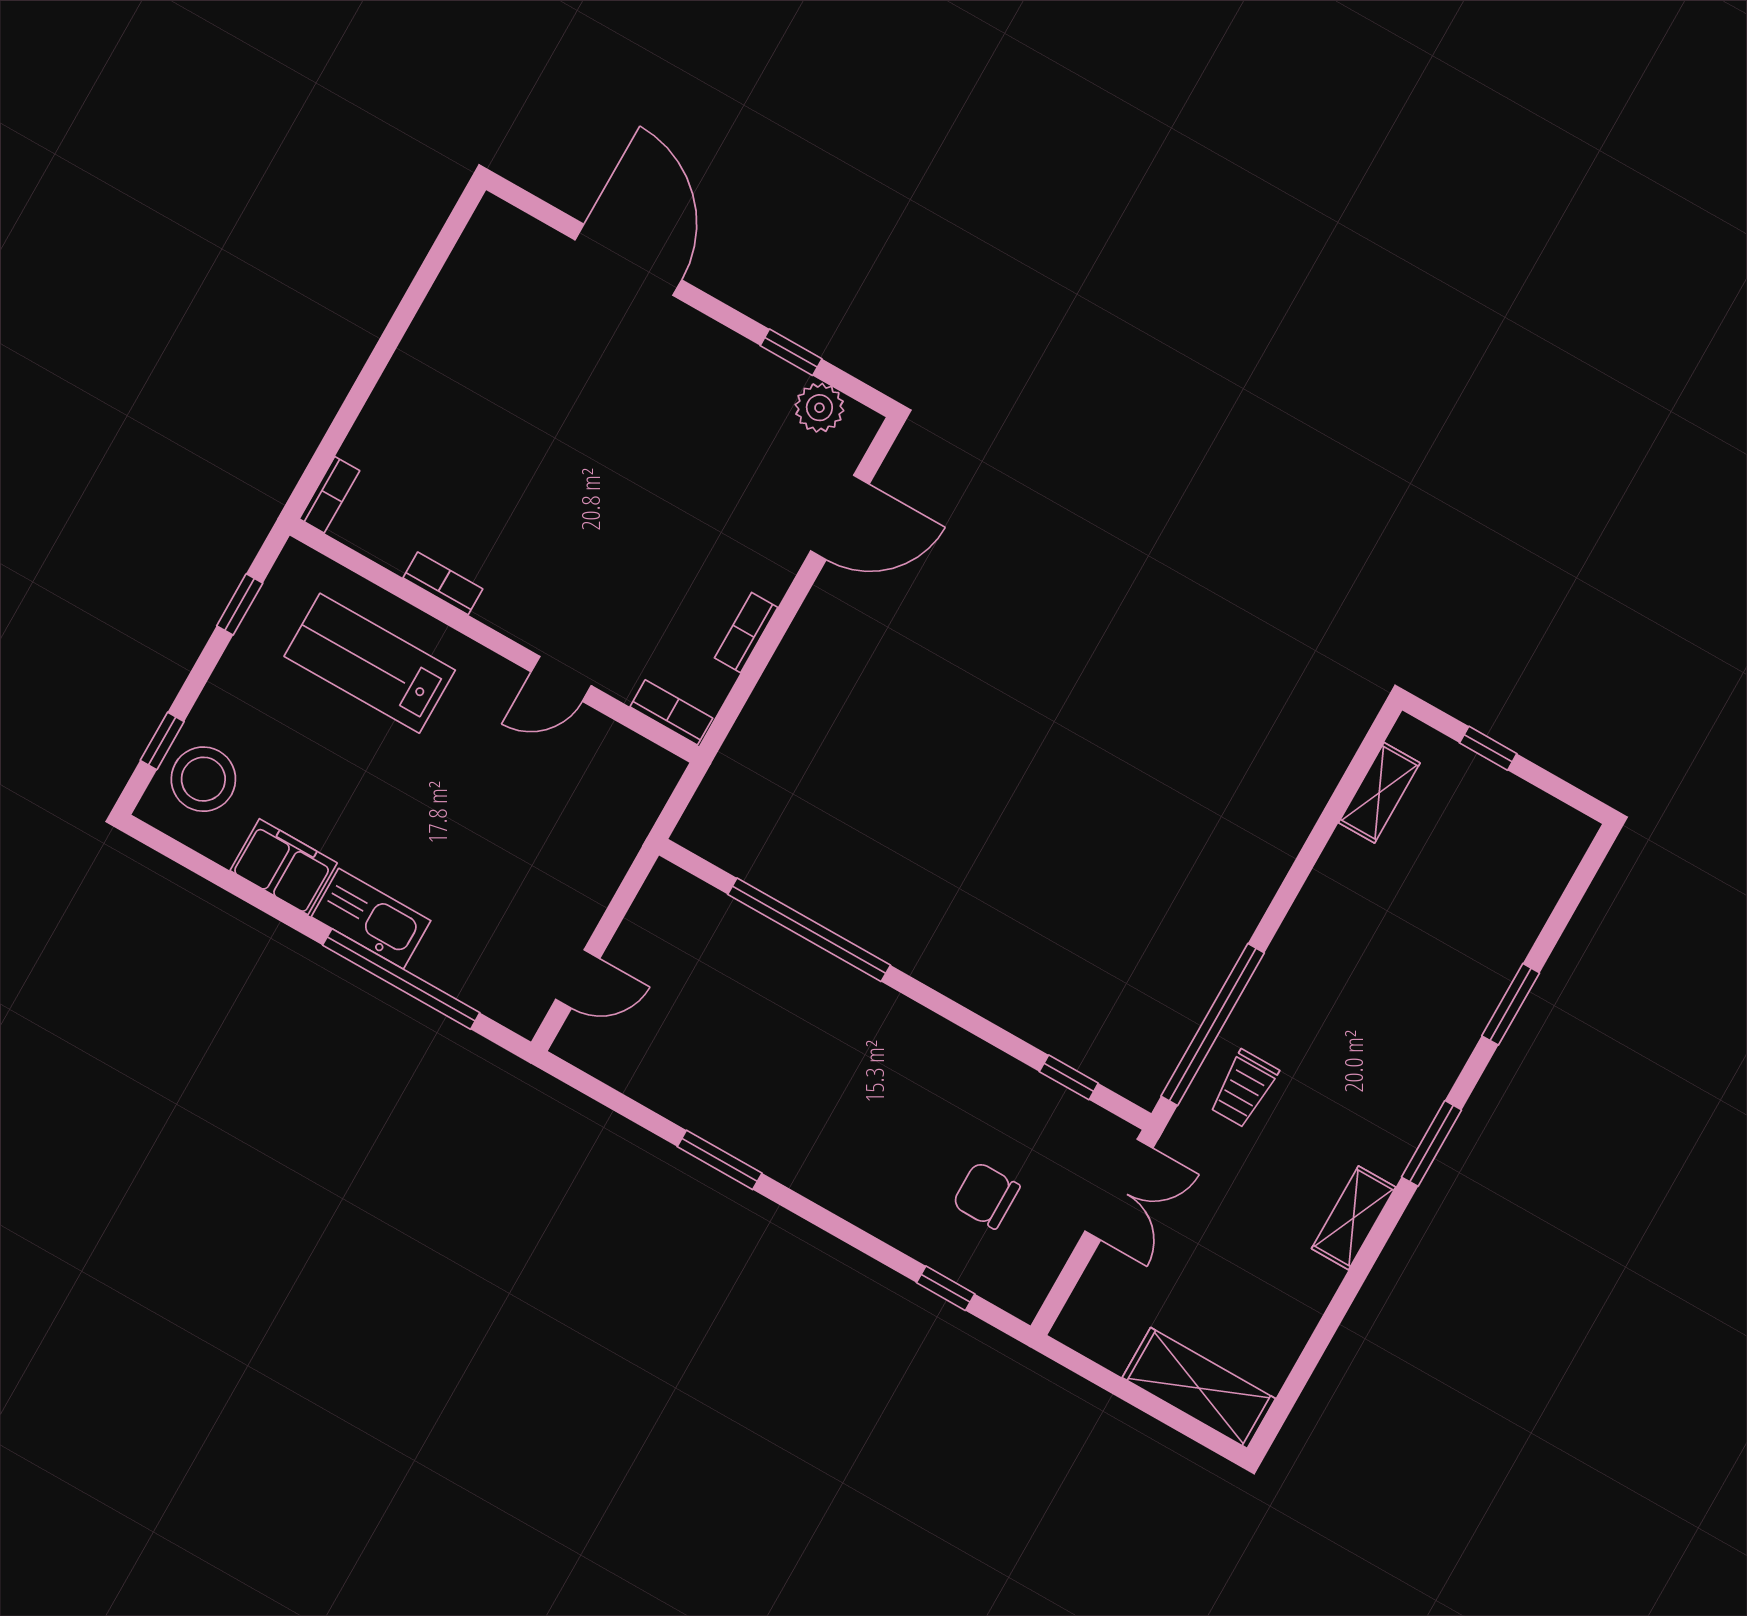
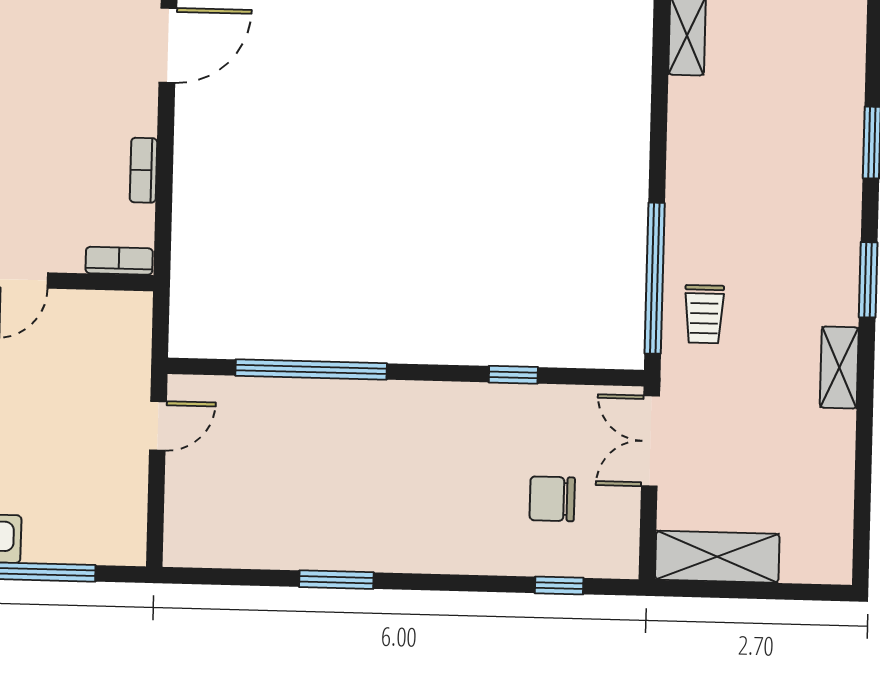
door: (578, 979) -> (158, 426), moved
window: (1069, 1077) -> (513, 375), moved
double door: (1119, 1190) -> (650, 441), swing flipped
shelving: (1199, 1388) -> (717, 557), moved

